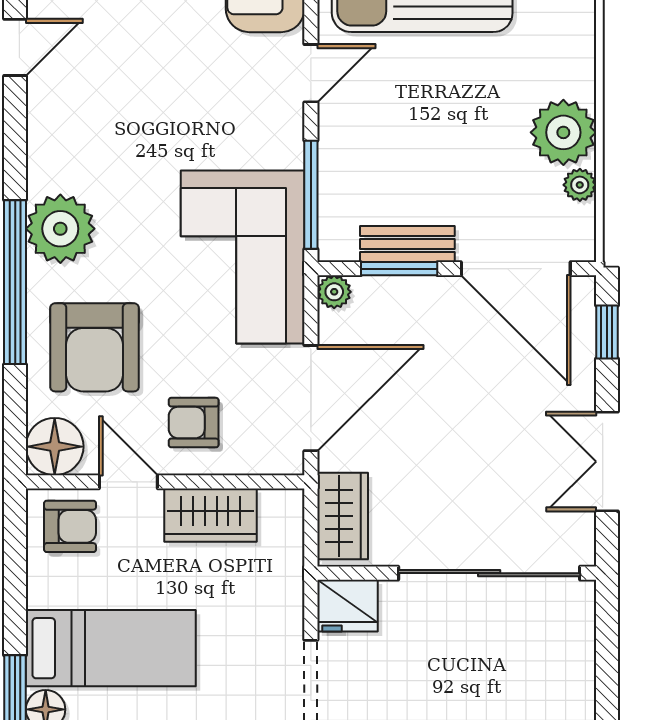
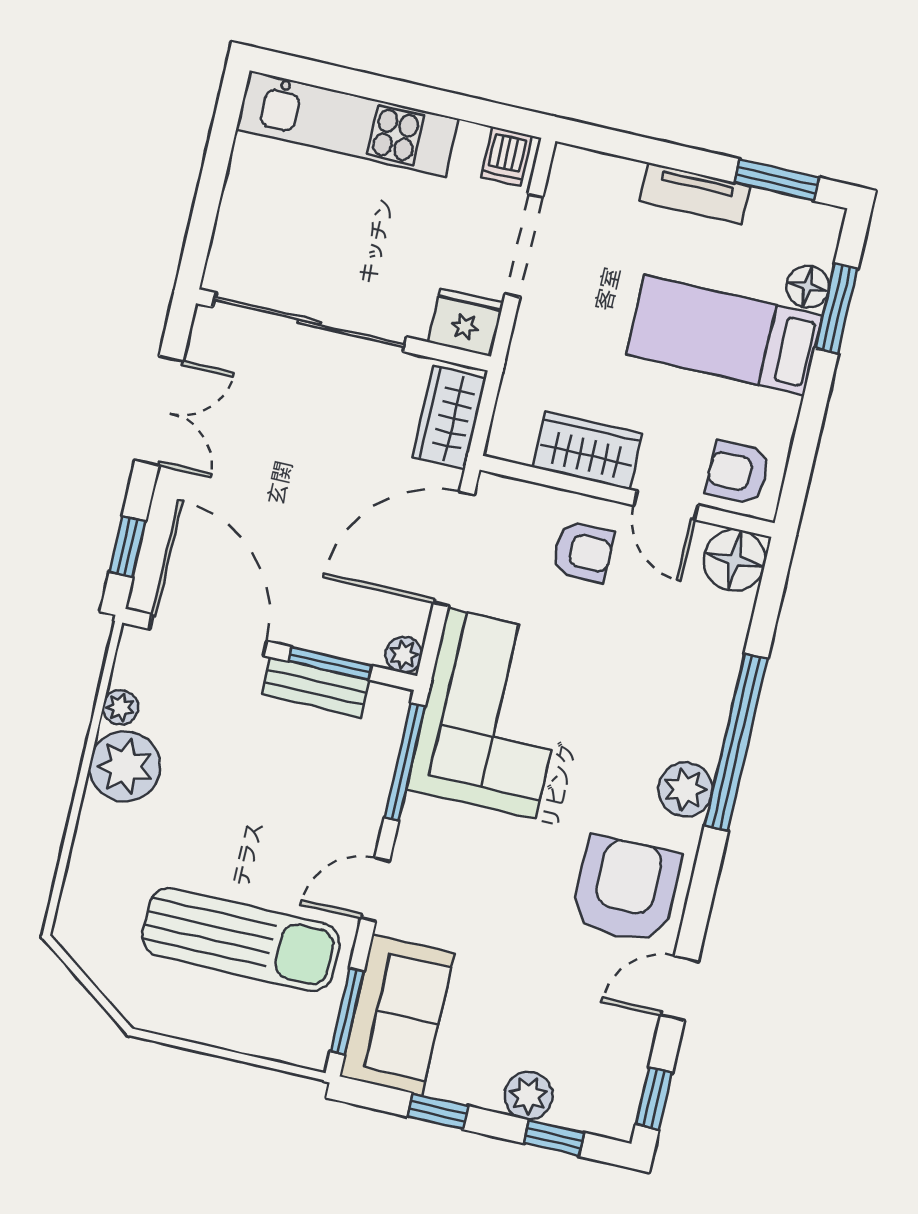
plant: (60, 229) -> (685, 789), width x0.73, depth x0.73
armchair: (94, 347) -> (626, 890), moved

